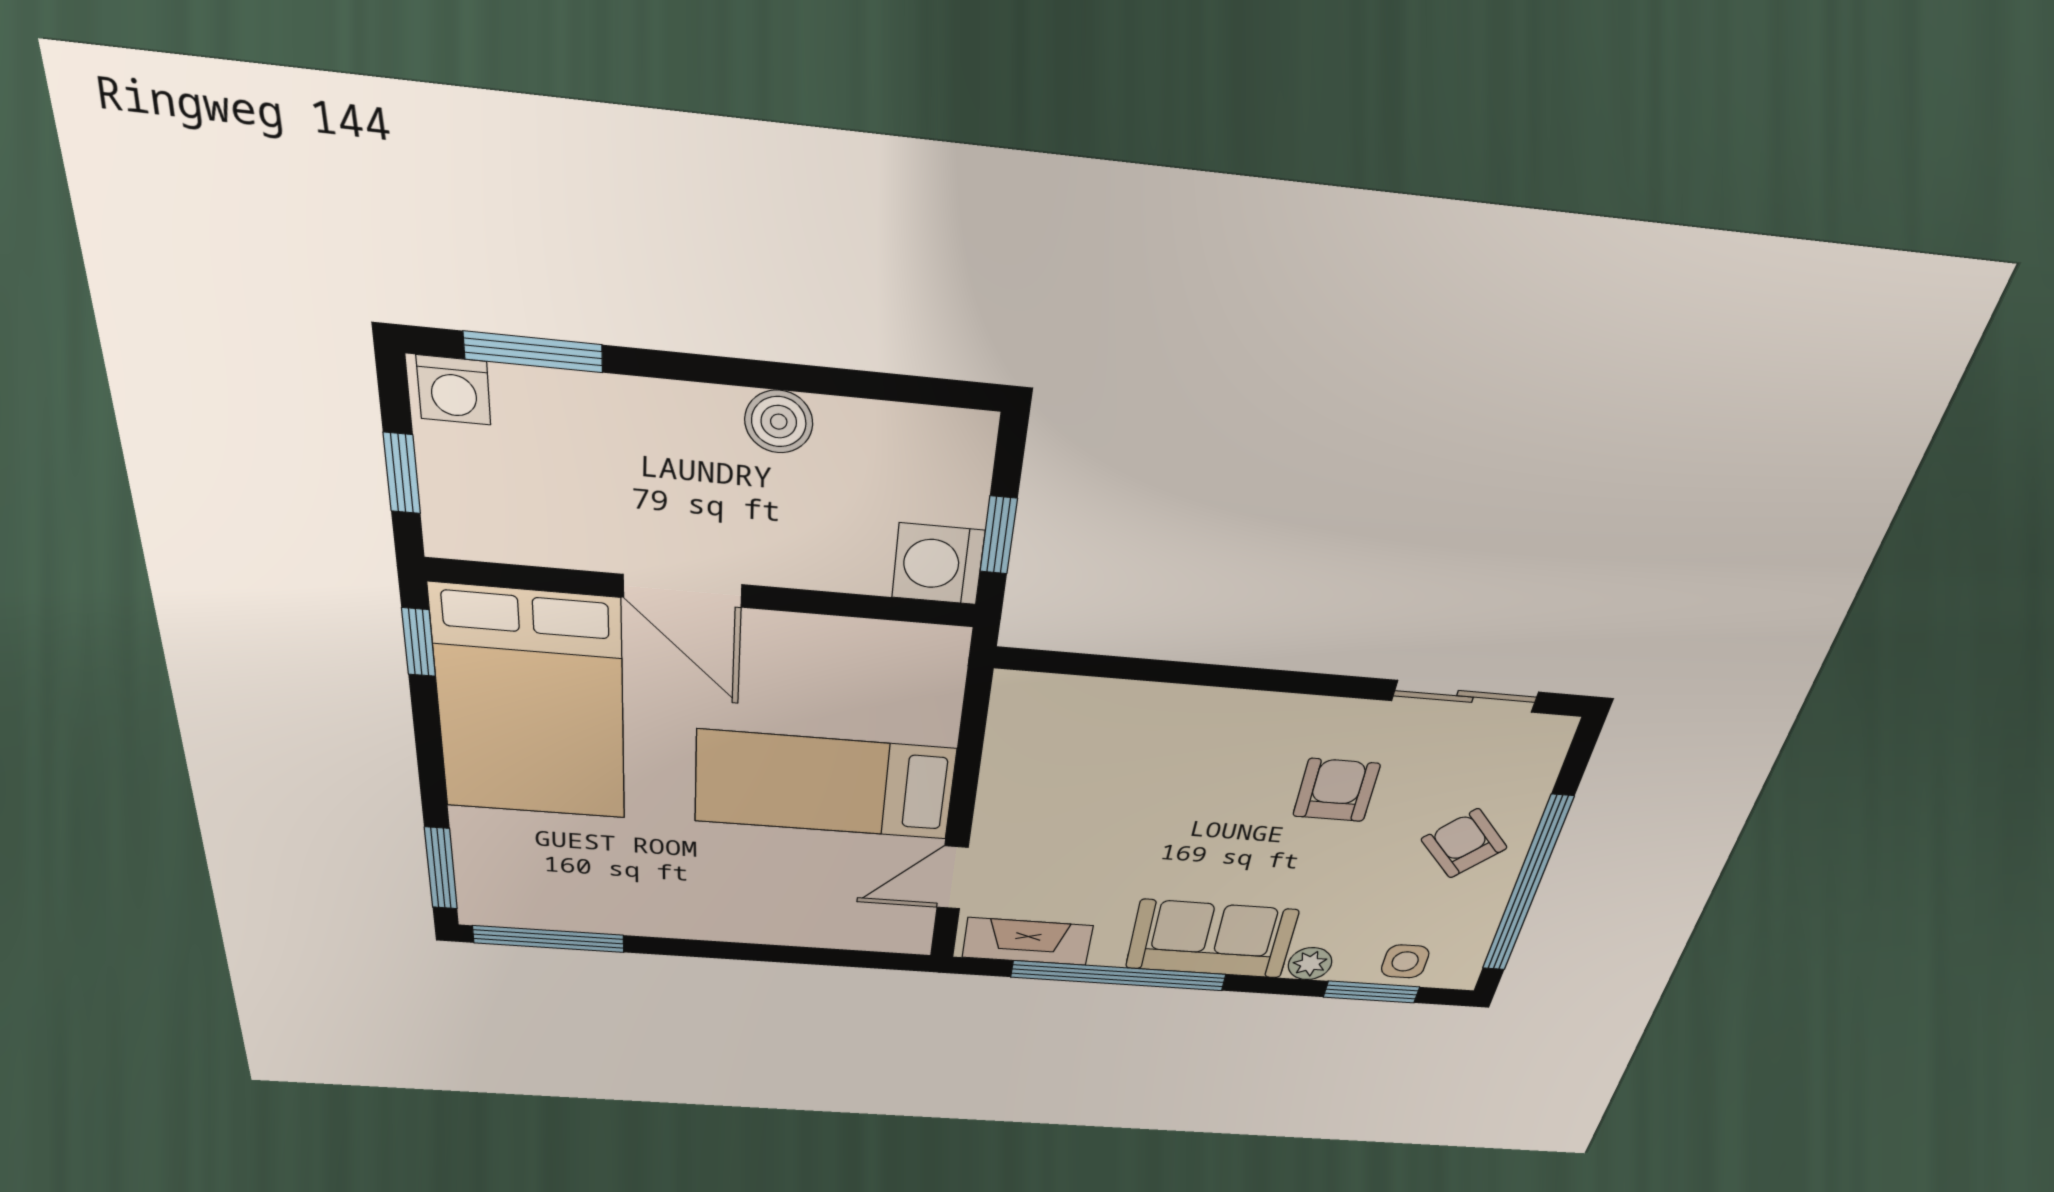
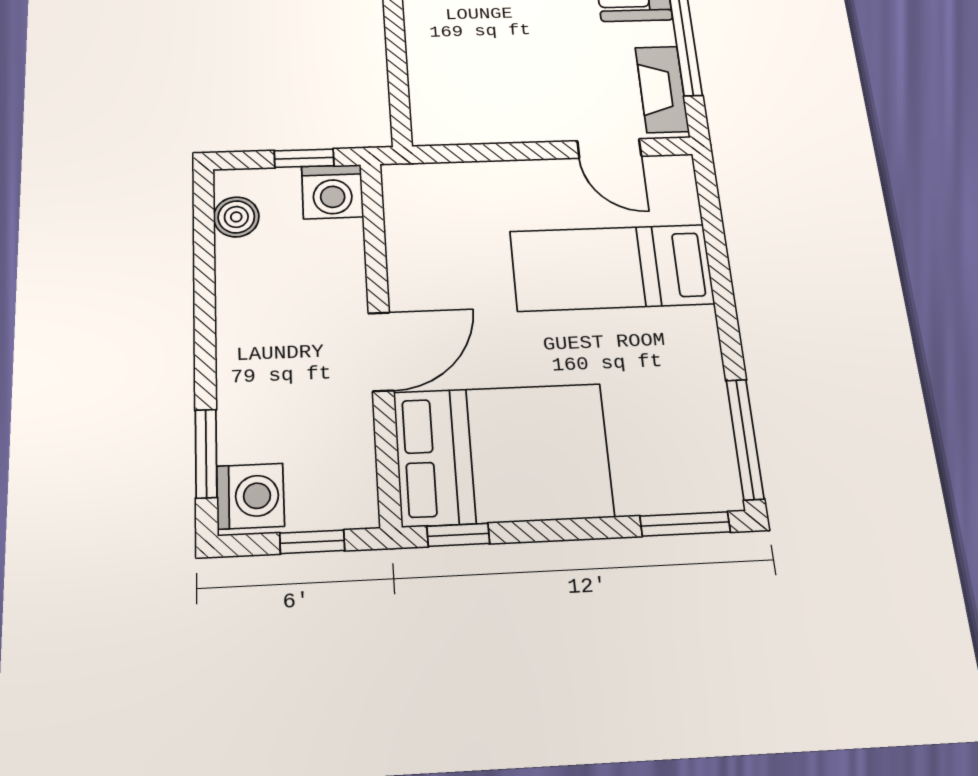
washing machine: (454, 390) -> (250, 496), width x1.38, depth x1.38
boiler: (779, 422) -> (236, 217), moved
bed: (824, 785) -> (612, 267), moved, turned 90

